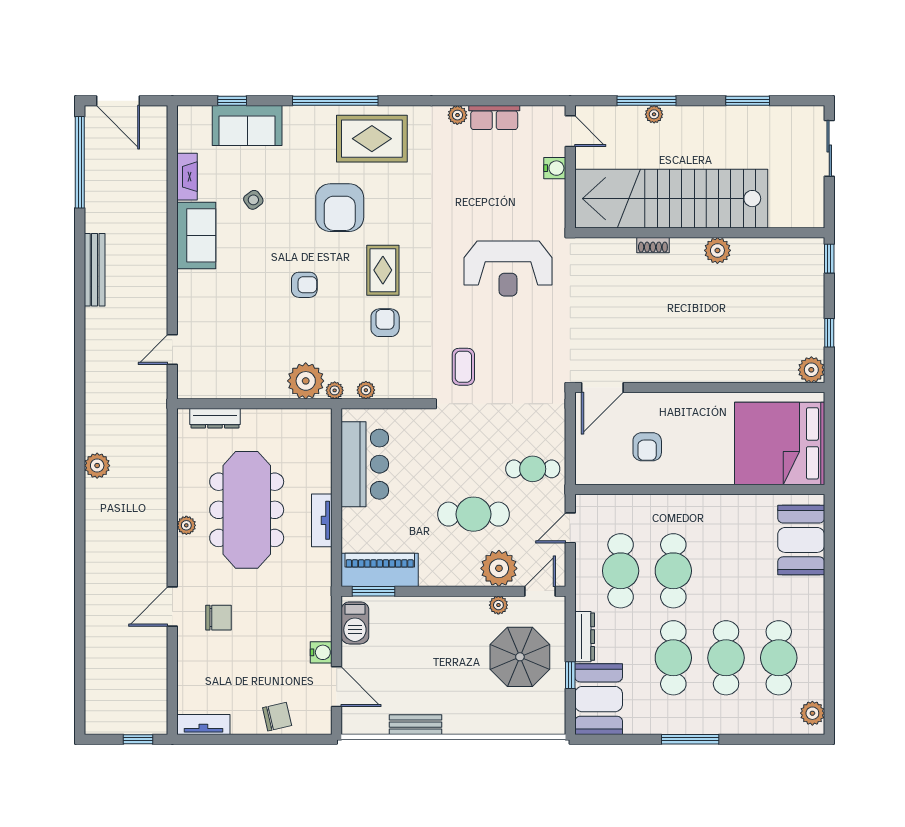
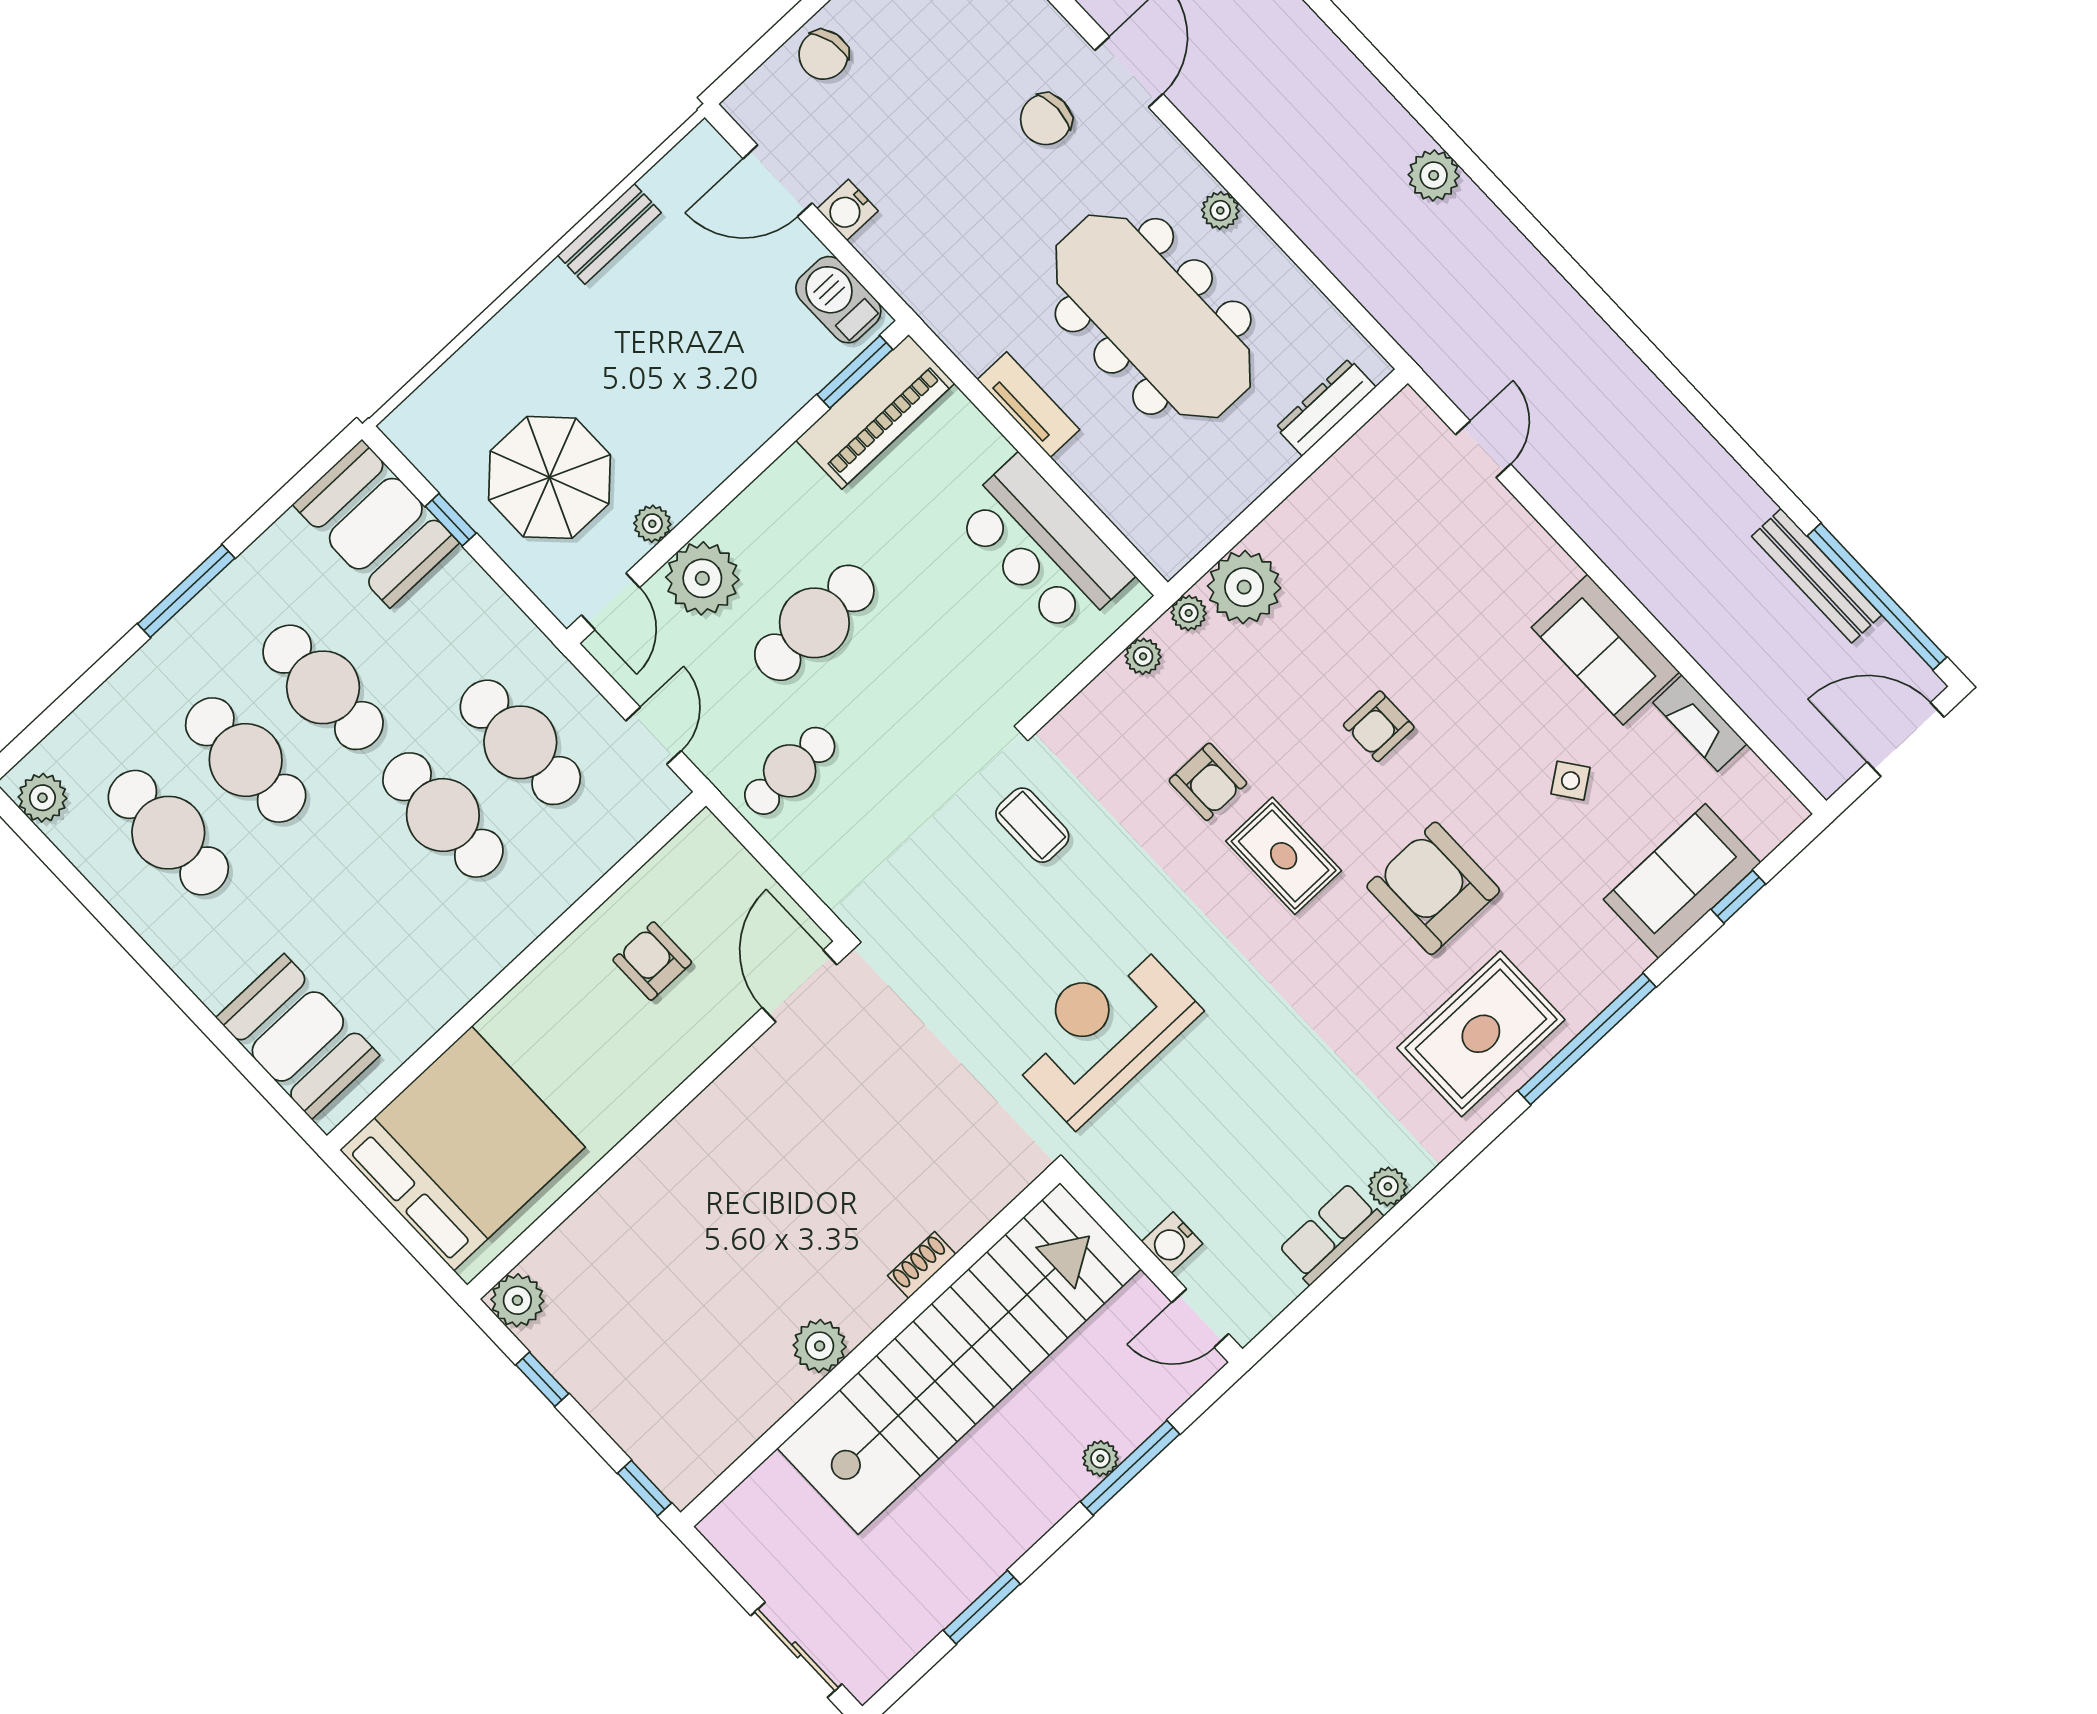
bench: (95, 270) -> (1817, 576), moved
dresser: (585, 637) -> (482, 596), removed

